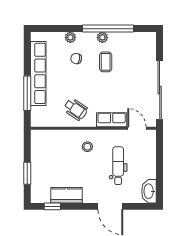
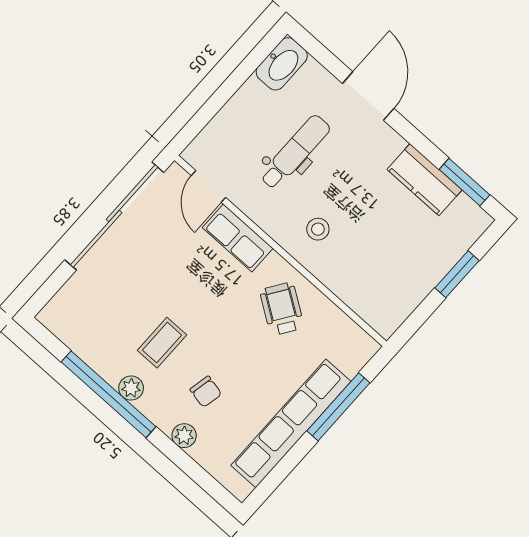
dental chair: (118, 166) -> (295, 152), turned 180
window: (52, 206) -> (464, 182), width x1.50

